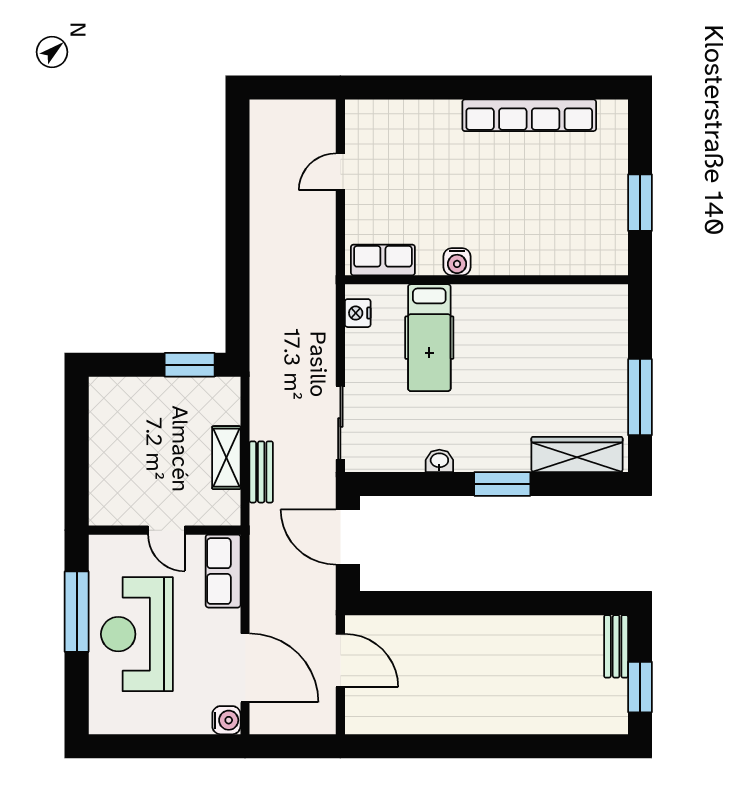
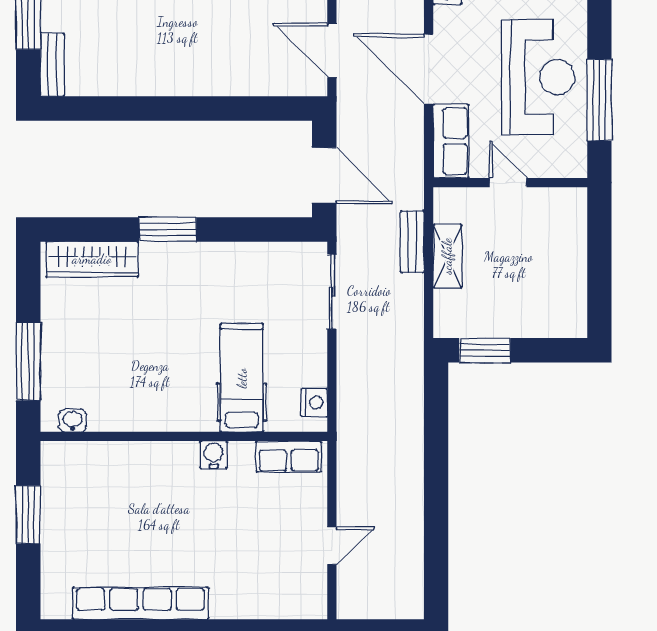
window: (640, 397) -> (28, 361), moved
washbasin: (439, 461) -> (73, 421), moved, turned 180
door: (245, 668) -> (429, 69), moved

